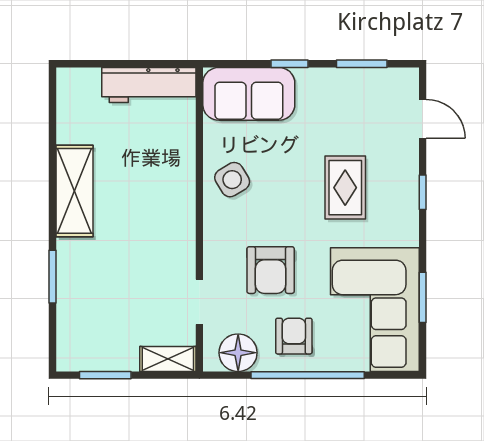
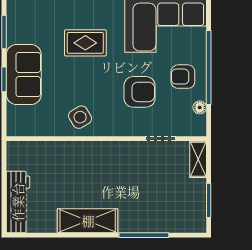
workbench: (149, 85) -> (18, 202), moved
sofa: (249, 94) -> (24, 75), moved
window: (53, 277) -> (144, 235), width x1.44
floor lamp: (238, 353) -> (200, 107), width x0.53, depth x0.53

